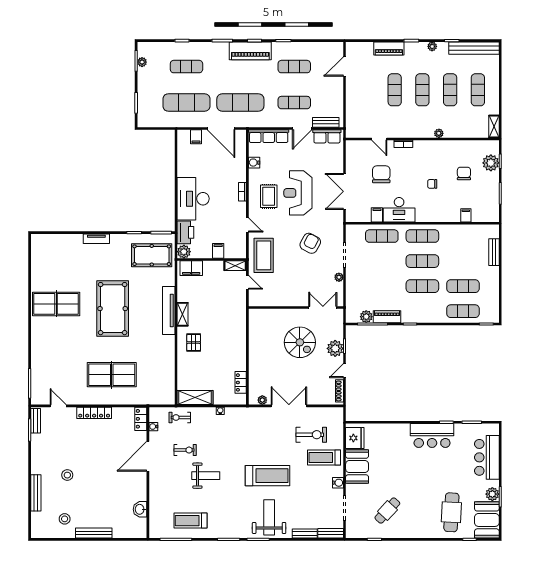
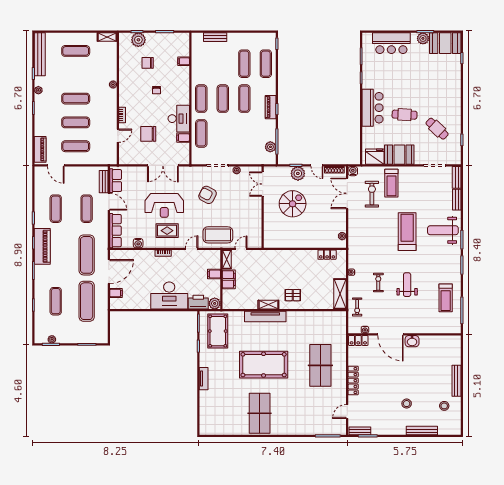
piano: (389, 49) -> (40, 149), moved
exercise mat: (450, 90) -> (76, 146), moved
filing cabinet: (191, 268) -> (229, 279), moved
piano: (387, 317) -> (271, 107), moved
double door: (289, 406) -> (347, 193), moved
bar counter: (432, 435) -> (373, 108), moved
exercise bike: (185, 450) -> (378, 283), moved
water cooler: (338, 483) -> (353, 171), moved
washbasin: (140, 509) -> (412, 341), moved
cafe table: (451, 512) -> (405, 115), moved, width x0.73, depth x0.74

